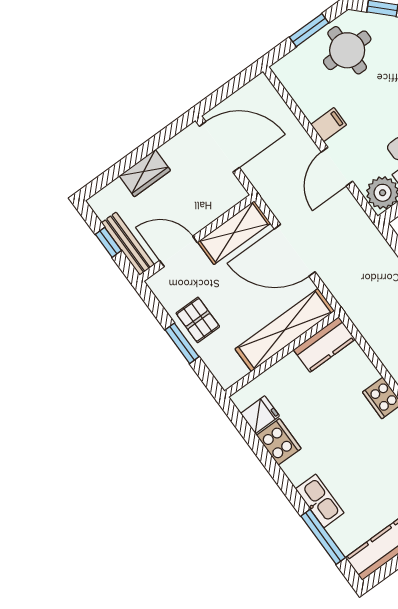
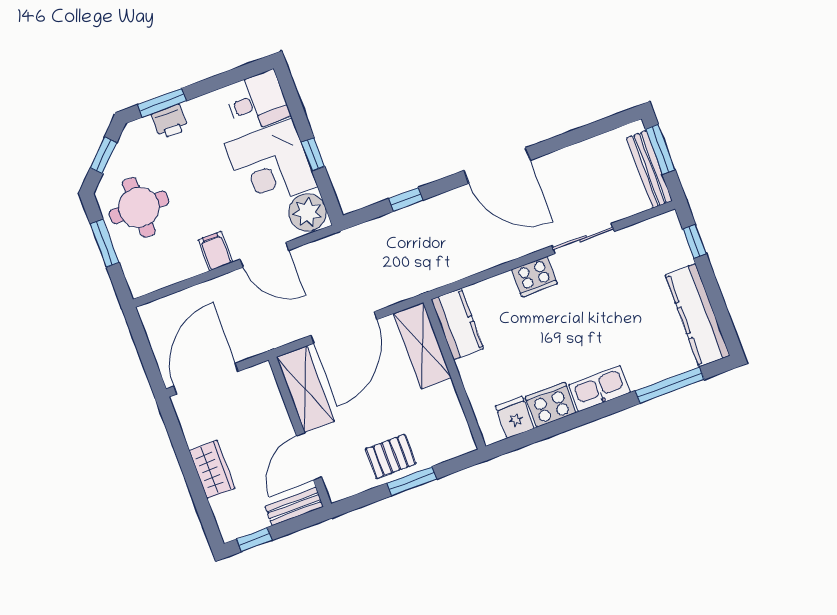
window: (108, 242) -> (254, 540), moved
bench: (128, 244) -> (294, 507), width x0.73
shelving: (285, 330) -> (422, 346), width x0.68
kitchen sink: (320, 501) -> (599, 389), moved

